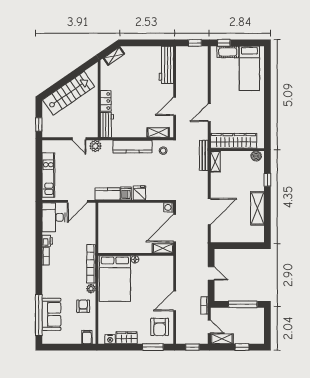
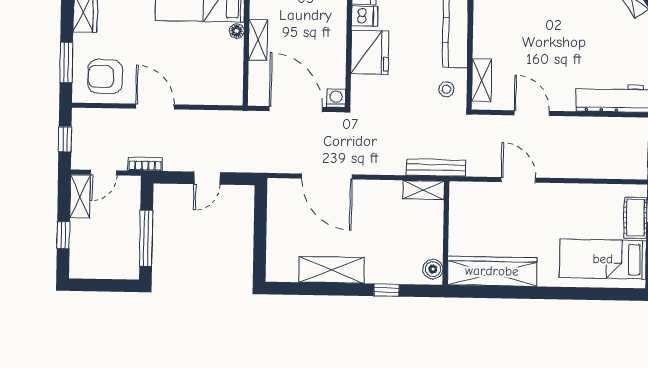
wardrobe: (234, 141) -> (492, 271), moved, turned -90
fridge: (139, 193) -> (370, 52), width x1.88, depth x1.34
shelving: (163, 248) -> (258, 40), moved

